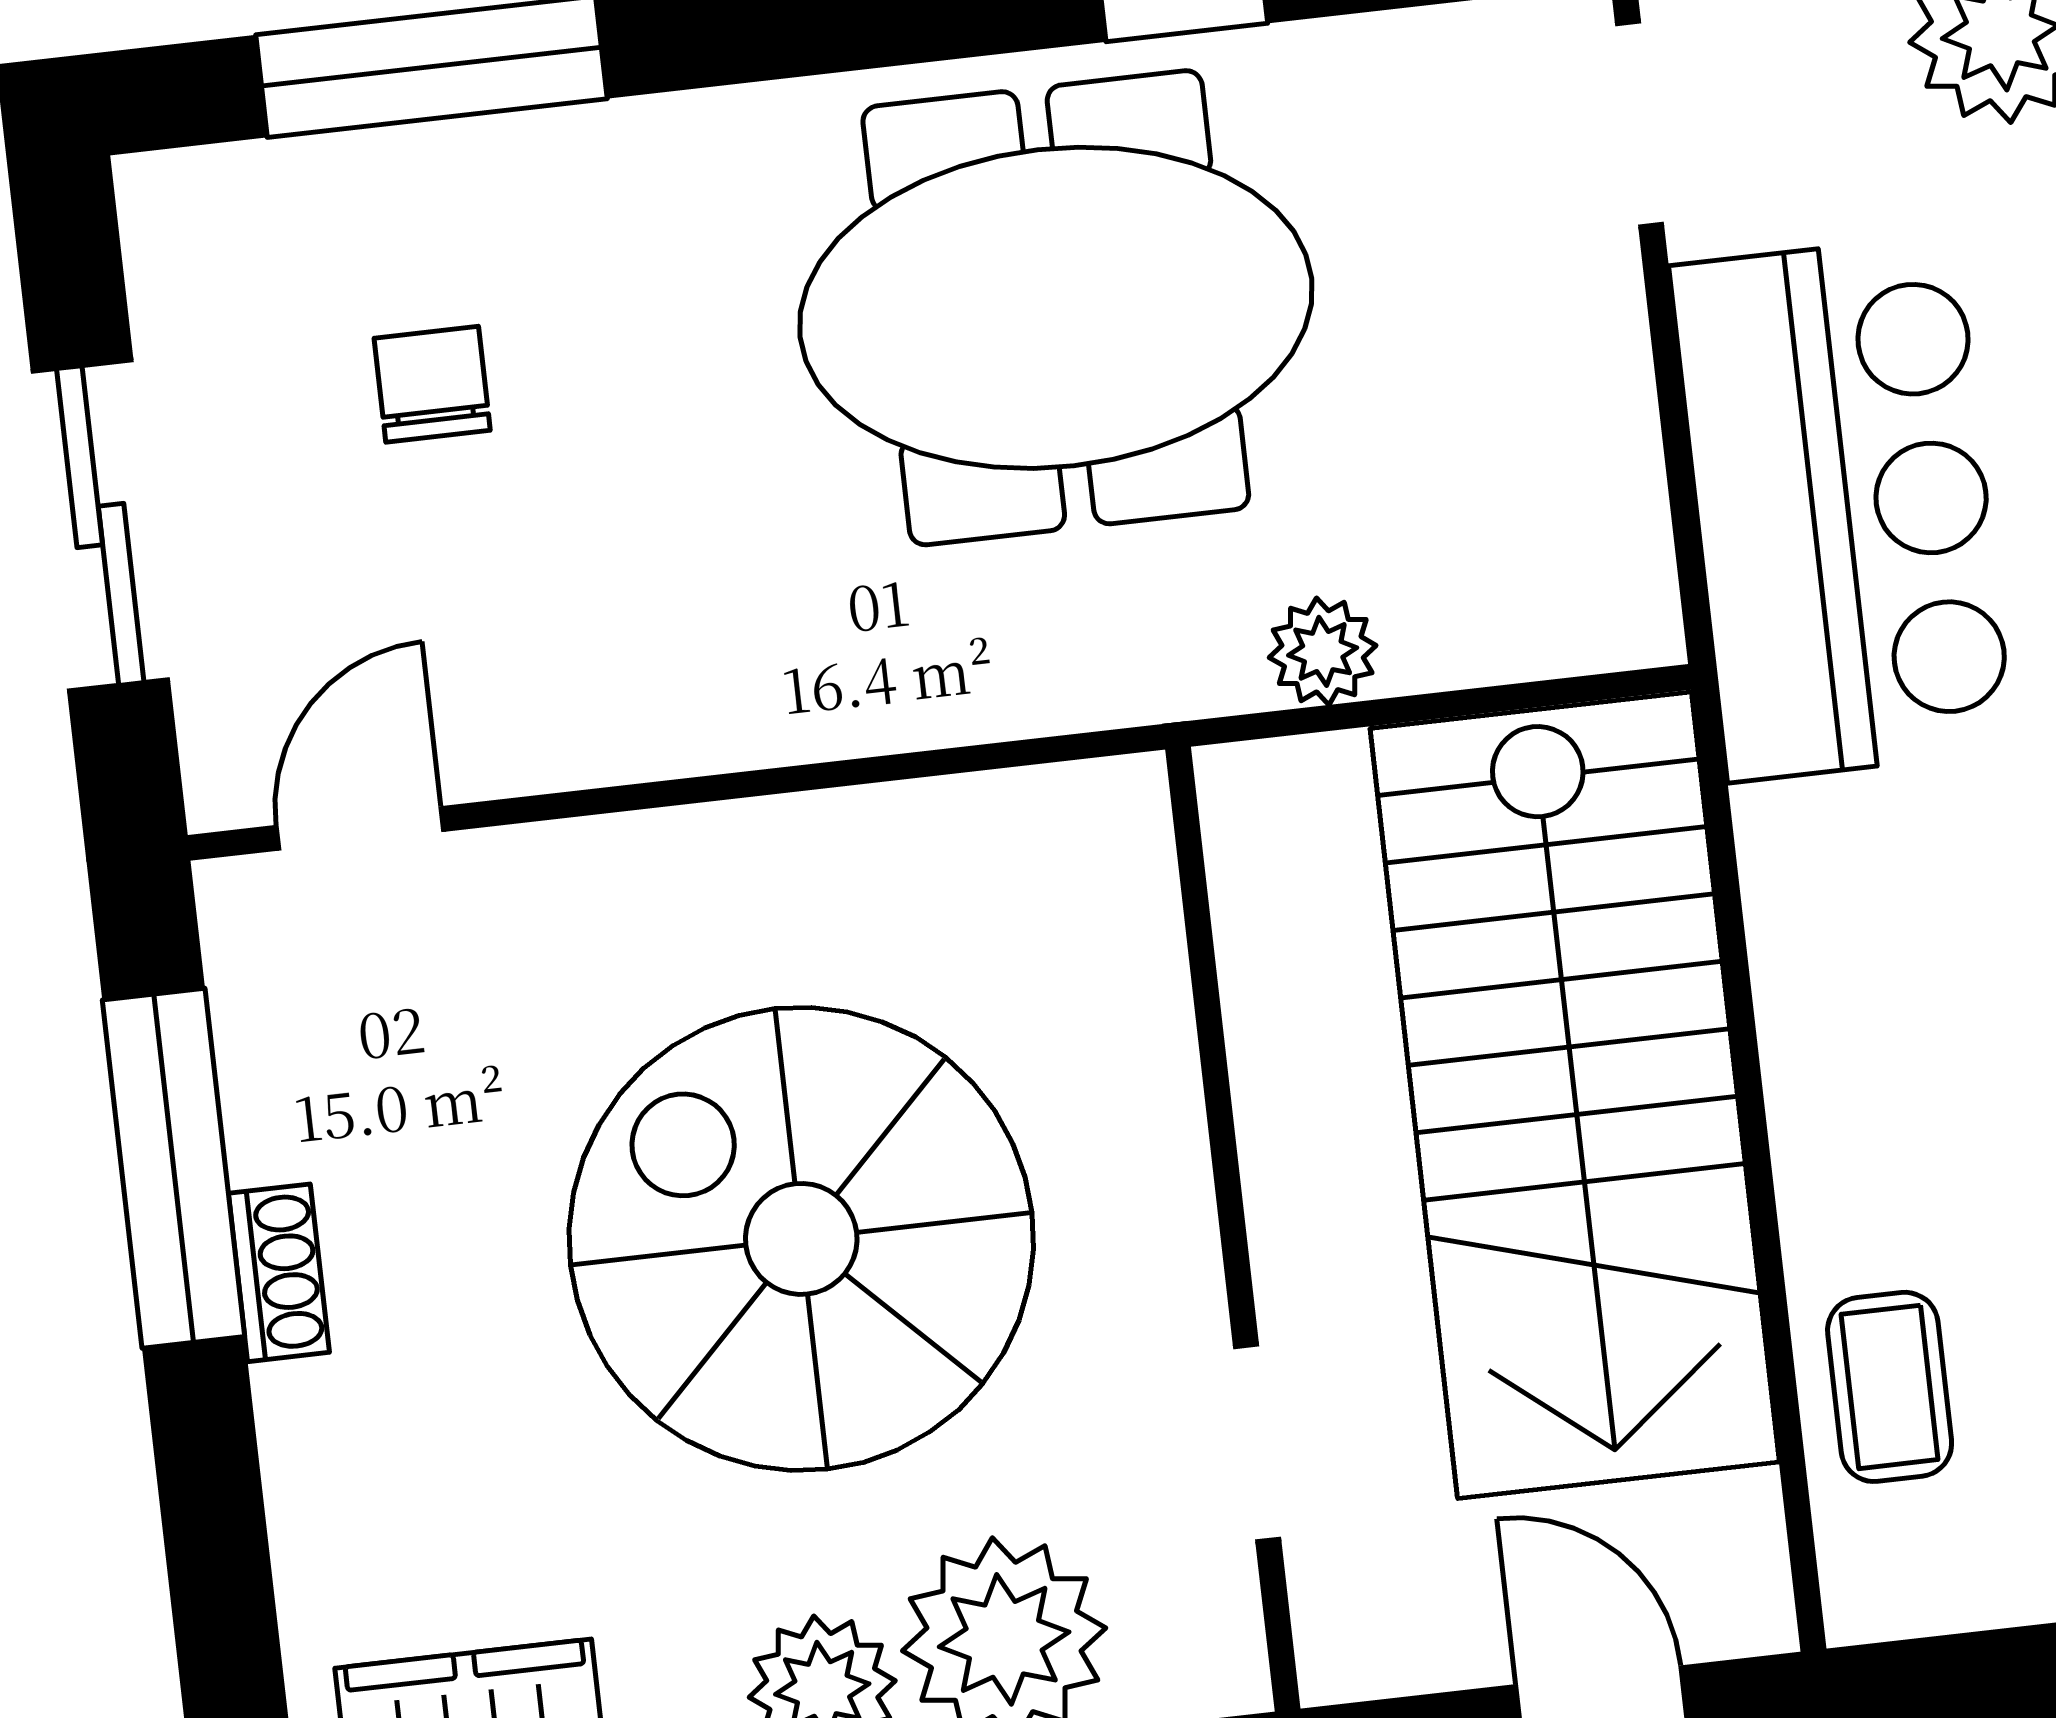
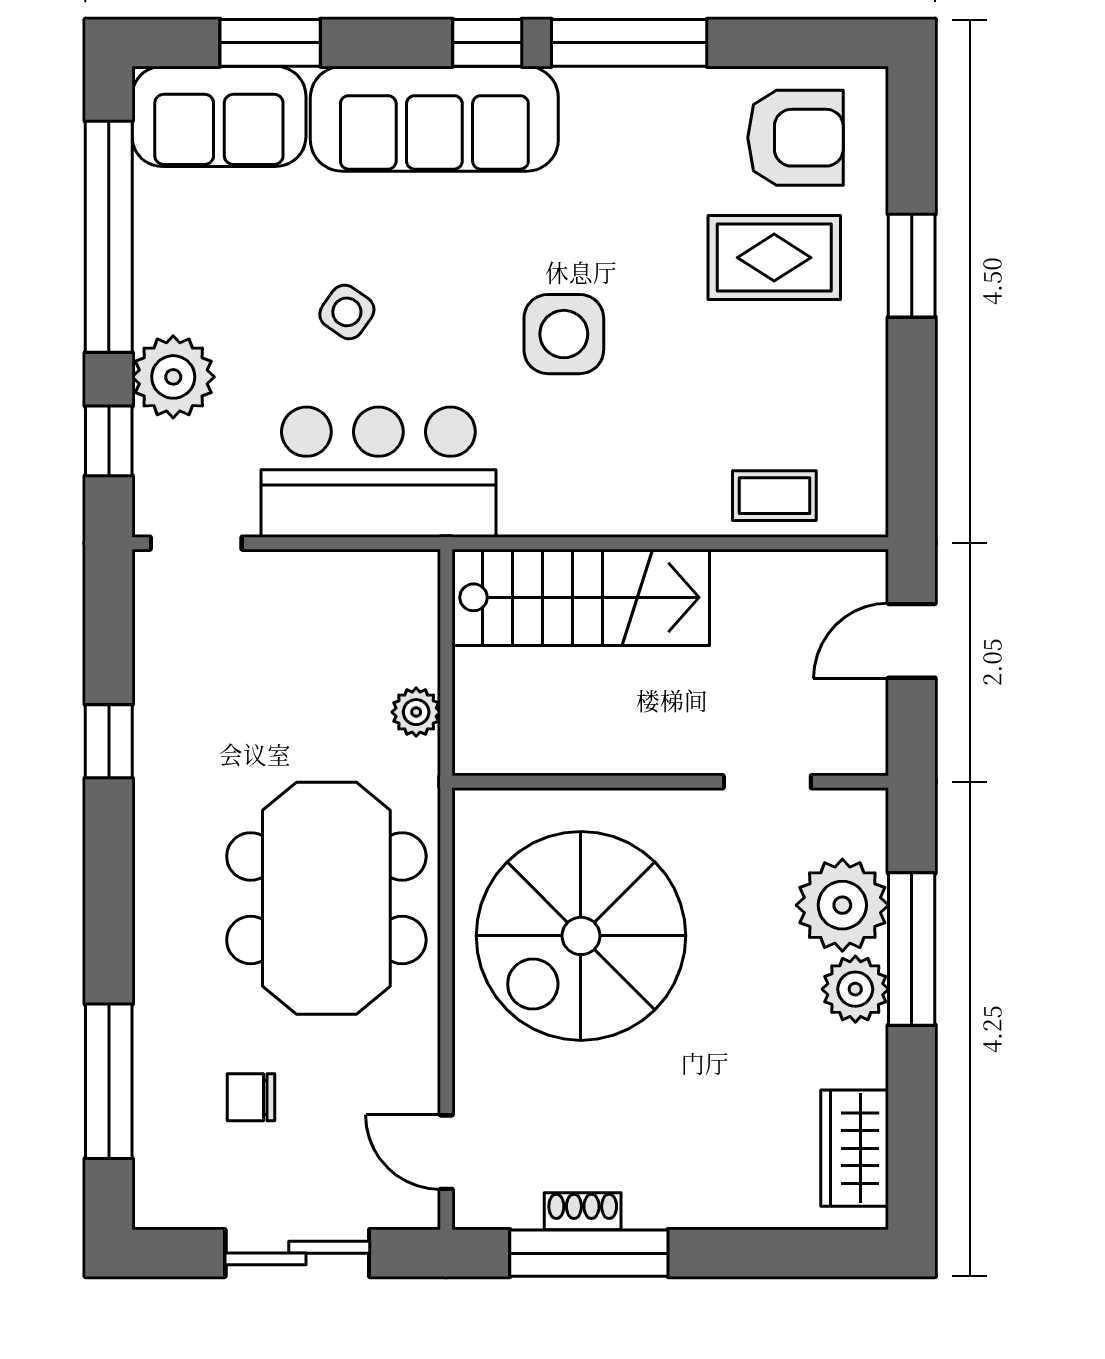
meeting table: (1056, 308) -> (326, 898), moved
stairs: (1575, 1095) -> (581, 597), width x0.73, depth x0.66
spiral stairs: (801, 1239) -> (581, 936), moved
shoe rack: (279, 1273) -> (583, 1211), moved

